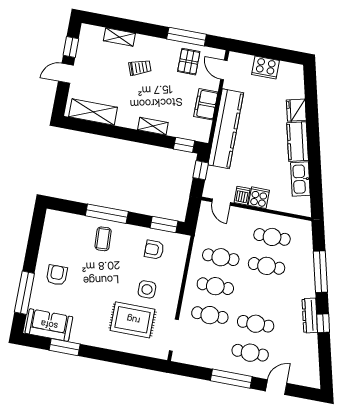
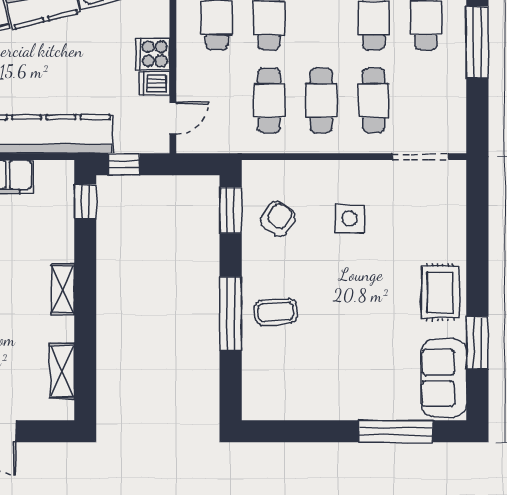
shelving: (93, 112) -> (62, 371), width x0.67, depth x0.75
shelving: (153, 126) -> (63, 289), moved
armchair: (154, 250) -> (278, 219), turned -146
armchair: (57, 275) -> (354, 381), removed
rug: (133, 320) -> (440, 292), moved, width x0.73, depth x0.70

